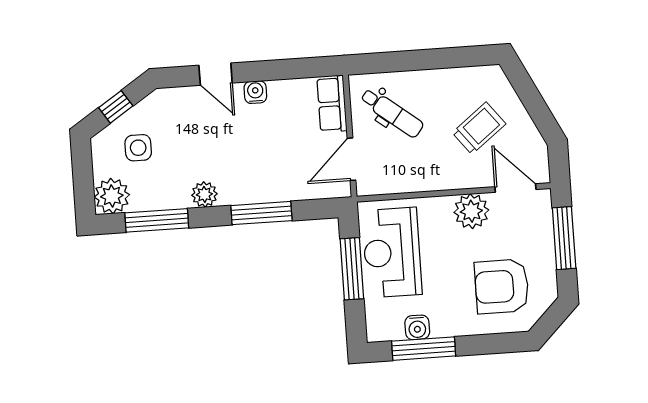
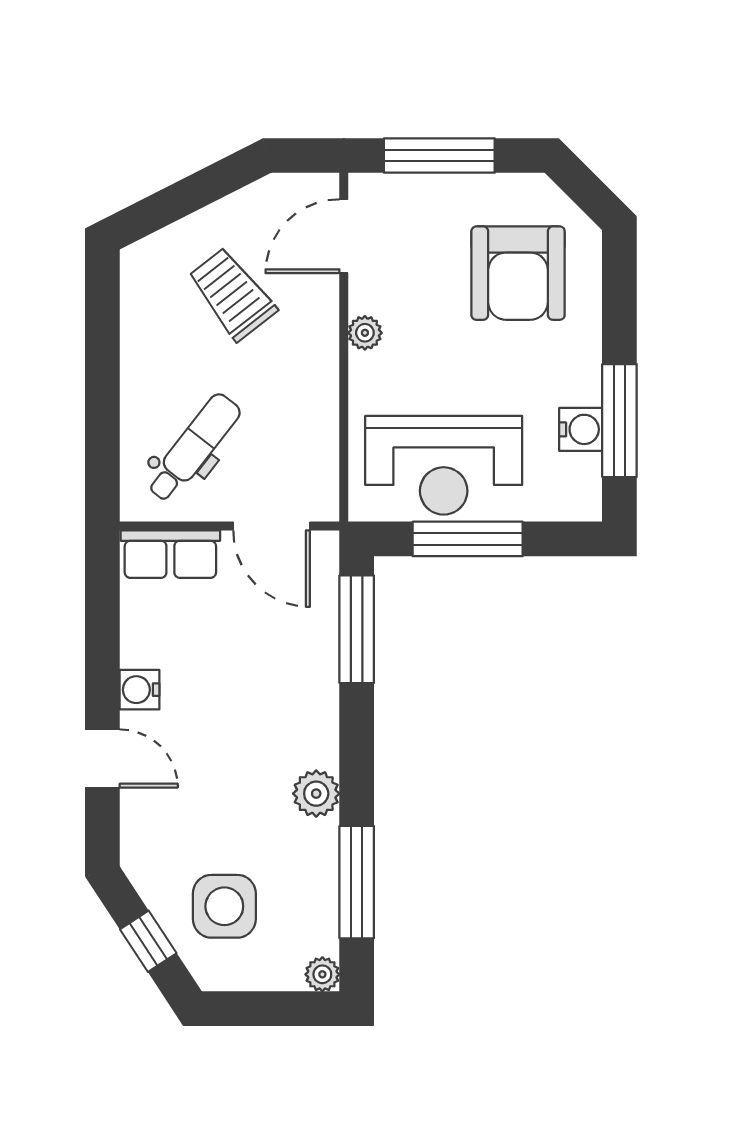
door: (216, 74) -> (102, 759), hinge flipped
side table: (138, 148) -> (224, 906), width x1.37, depth x1.37
plant: (112, 196) -> (322, 974), width x0.53, depth x0.53
plant: (471, 211) -> (365, 333), width x0.53, depth x0.53
window: (261, 213) -> (357, 629), moved

